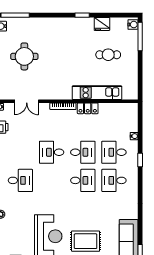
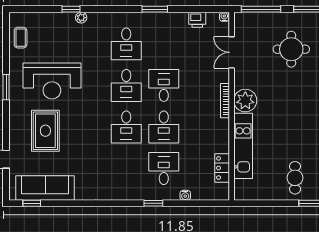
cafe table: (108, 55) -> (295, 178), moved
plant: (63, 91) -> (245, 101), added
locker: (88, 108) -> (222, 168), moved
desk: (114, 180) -> (126, 85), moved, turned 180

